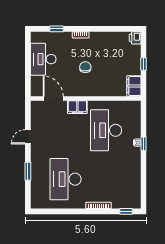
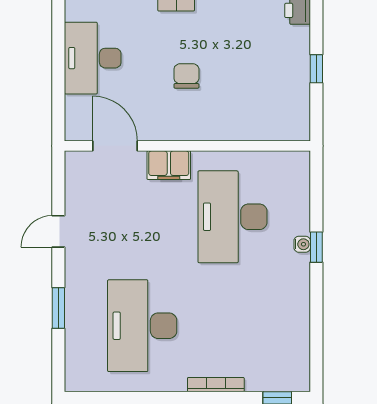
filing cabinet: (134, 86) -> (295, 118), removed

